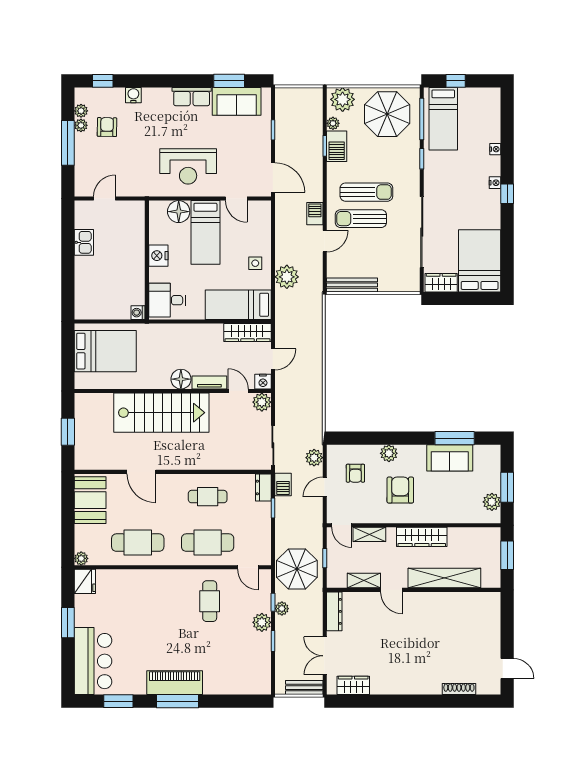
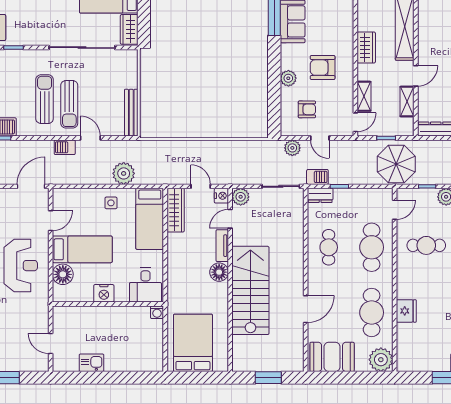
wardrobe: (422, 537) -> (366, 47), width x0.67
plant: (81, 558) -> (381, 360), width x1.88, depth x1.88
fridge: (85, 581) -> (406, 311), moved, turned 90
plant: (282, 609) -> (433, 178), removed

